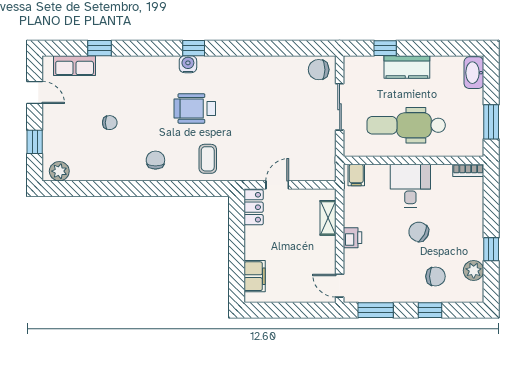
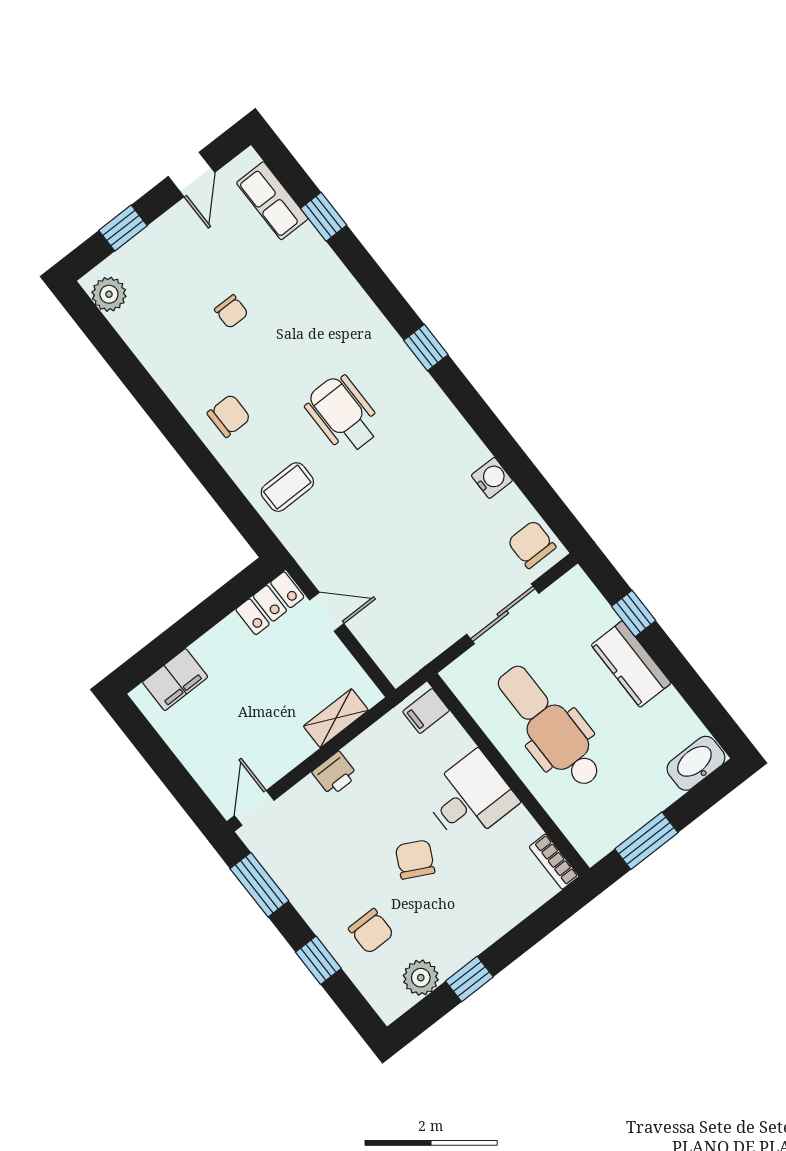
water cooler: (188, 64) -> (492, 478), moved

